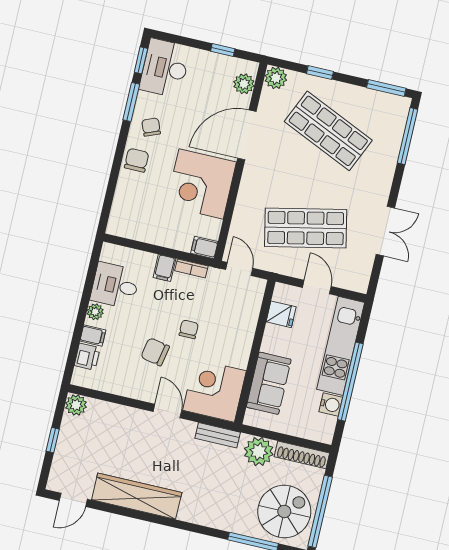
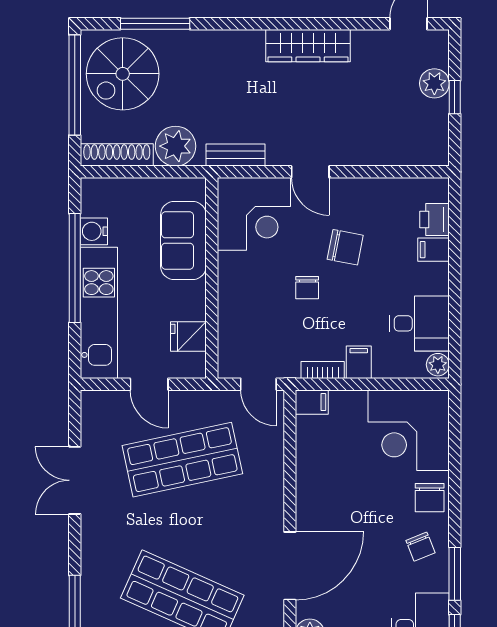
corner desk: (201, 184) -> (409, 430), moved, turned 180
plant: (95, 312) -> (438, 365), moved
plant: (76, 405) -> (434, 83), moved
wardrobe: (137, 496) -> (308, 46), width x0.71, depth x0.85

